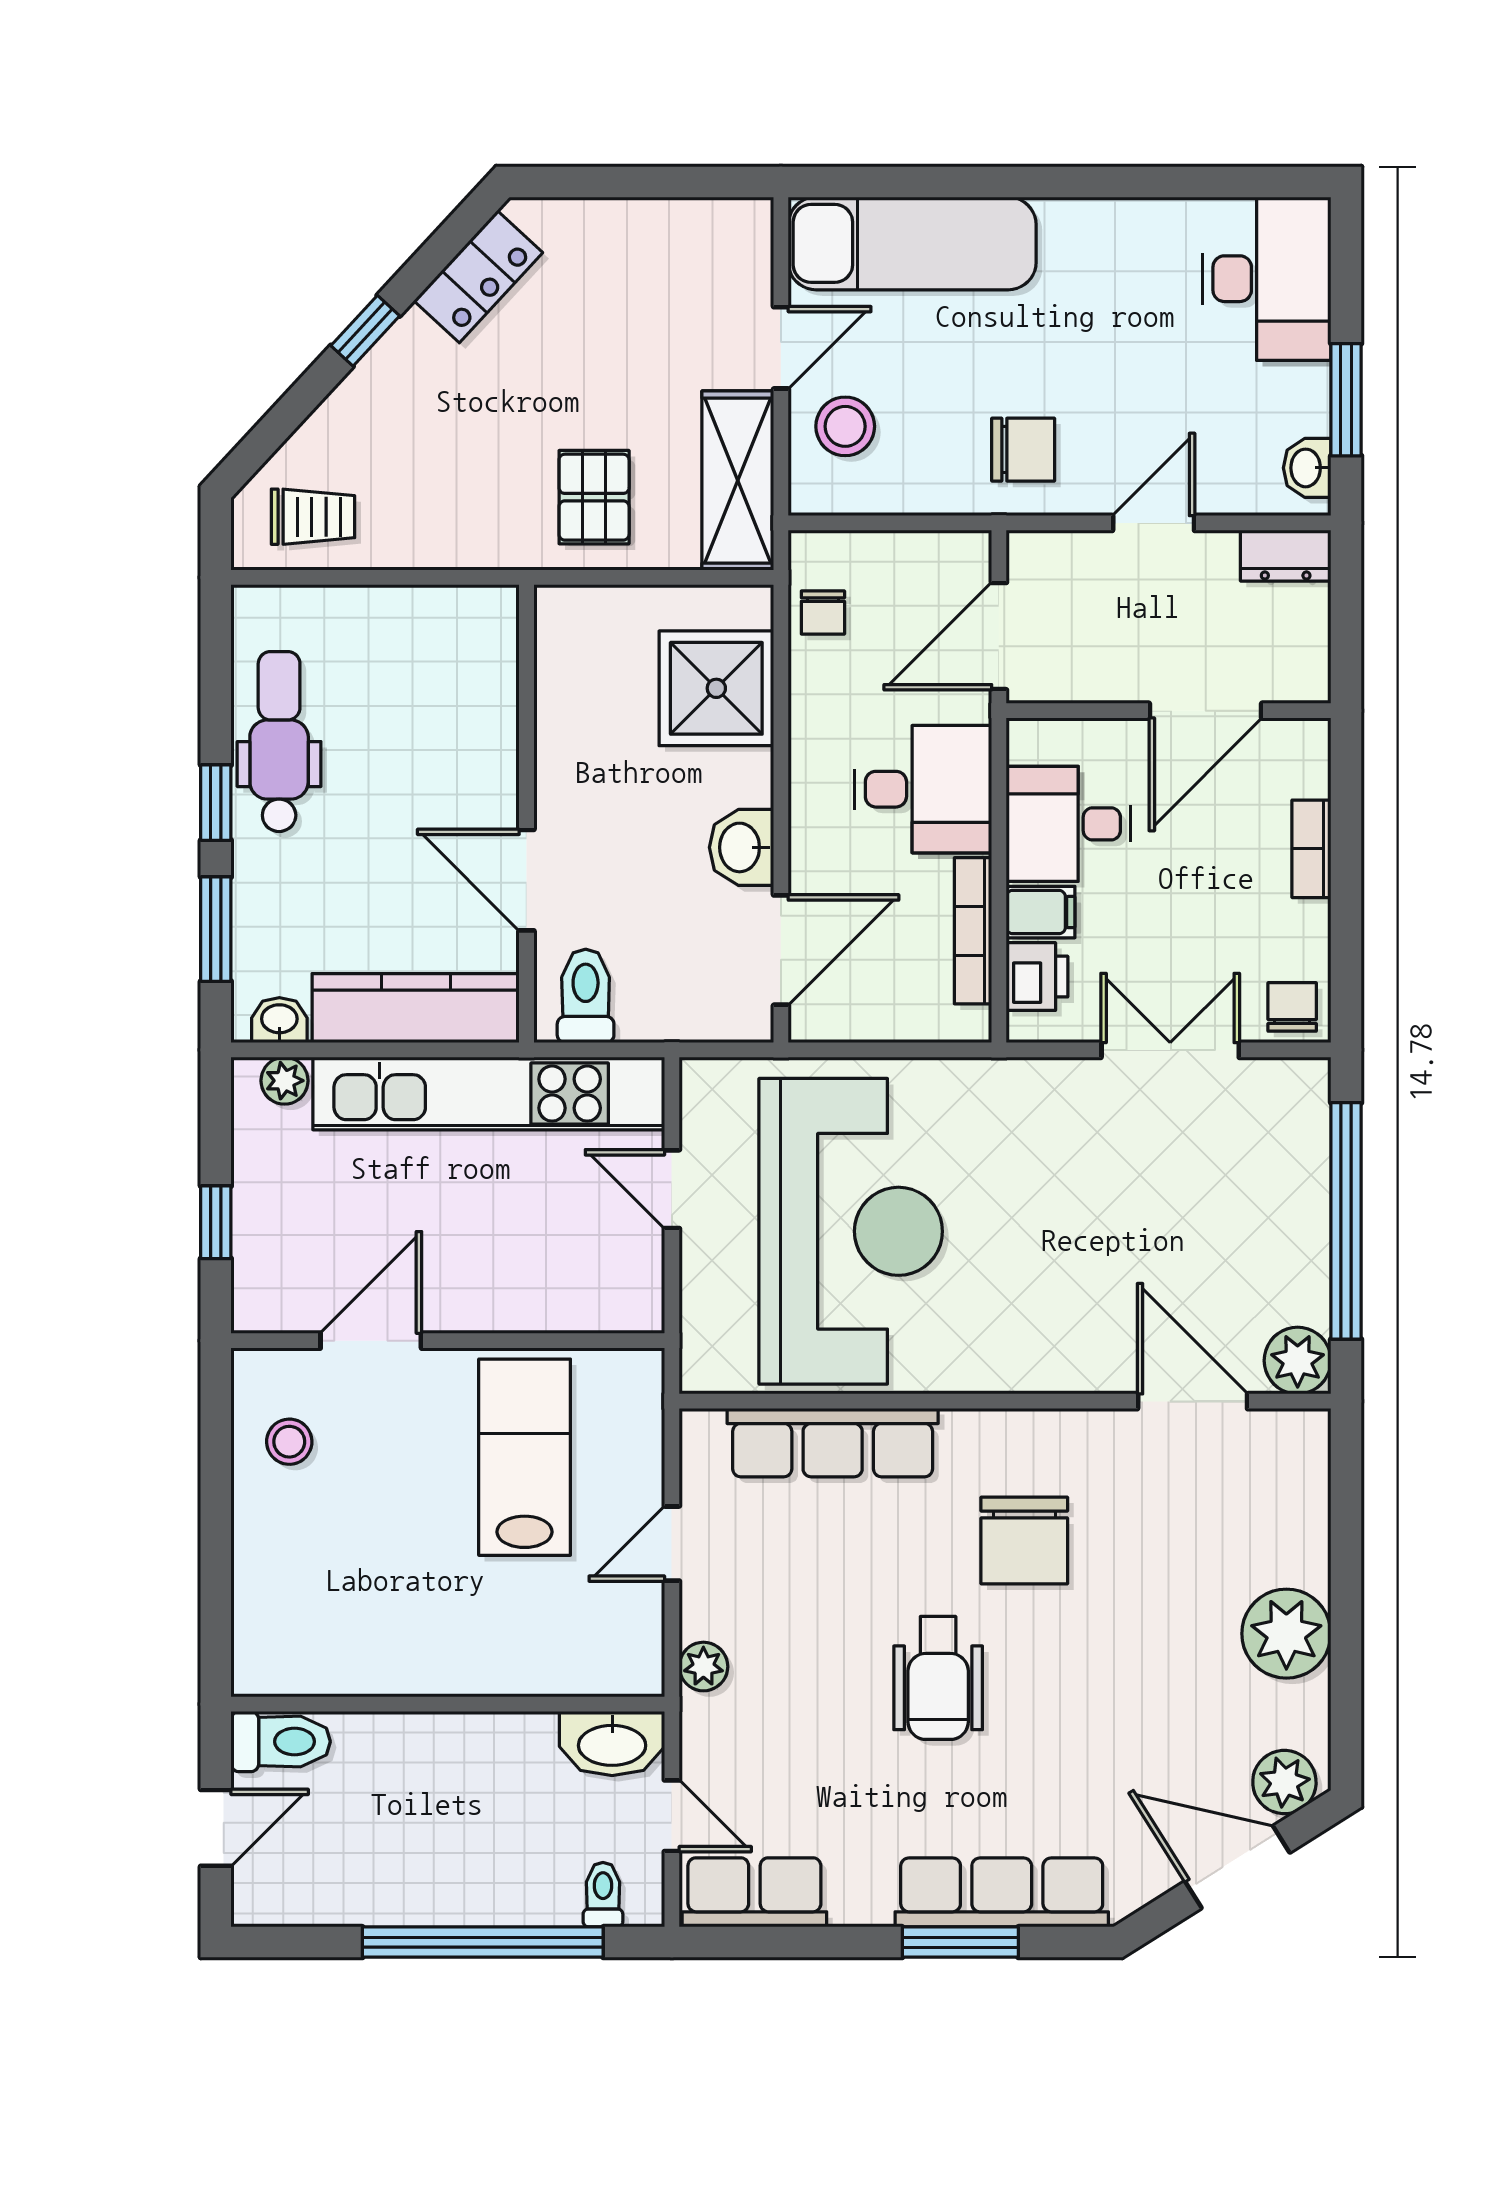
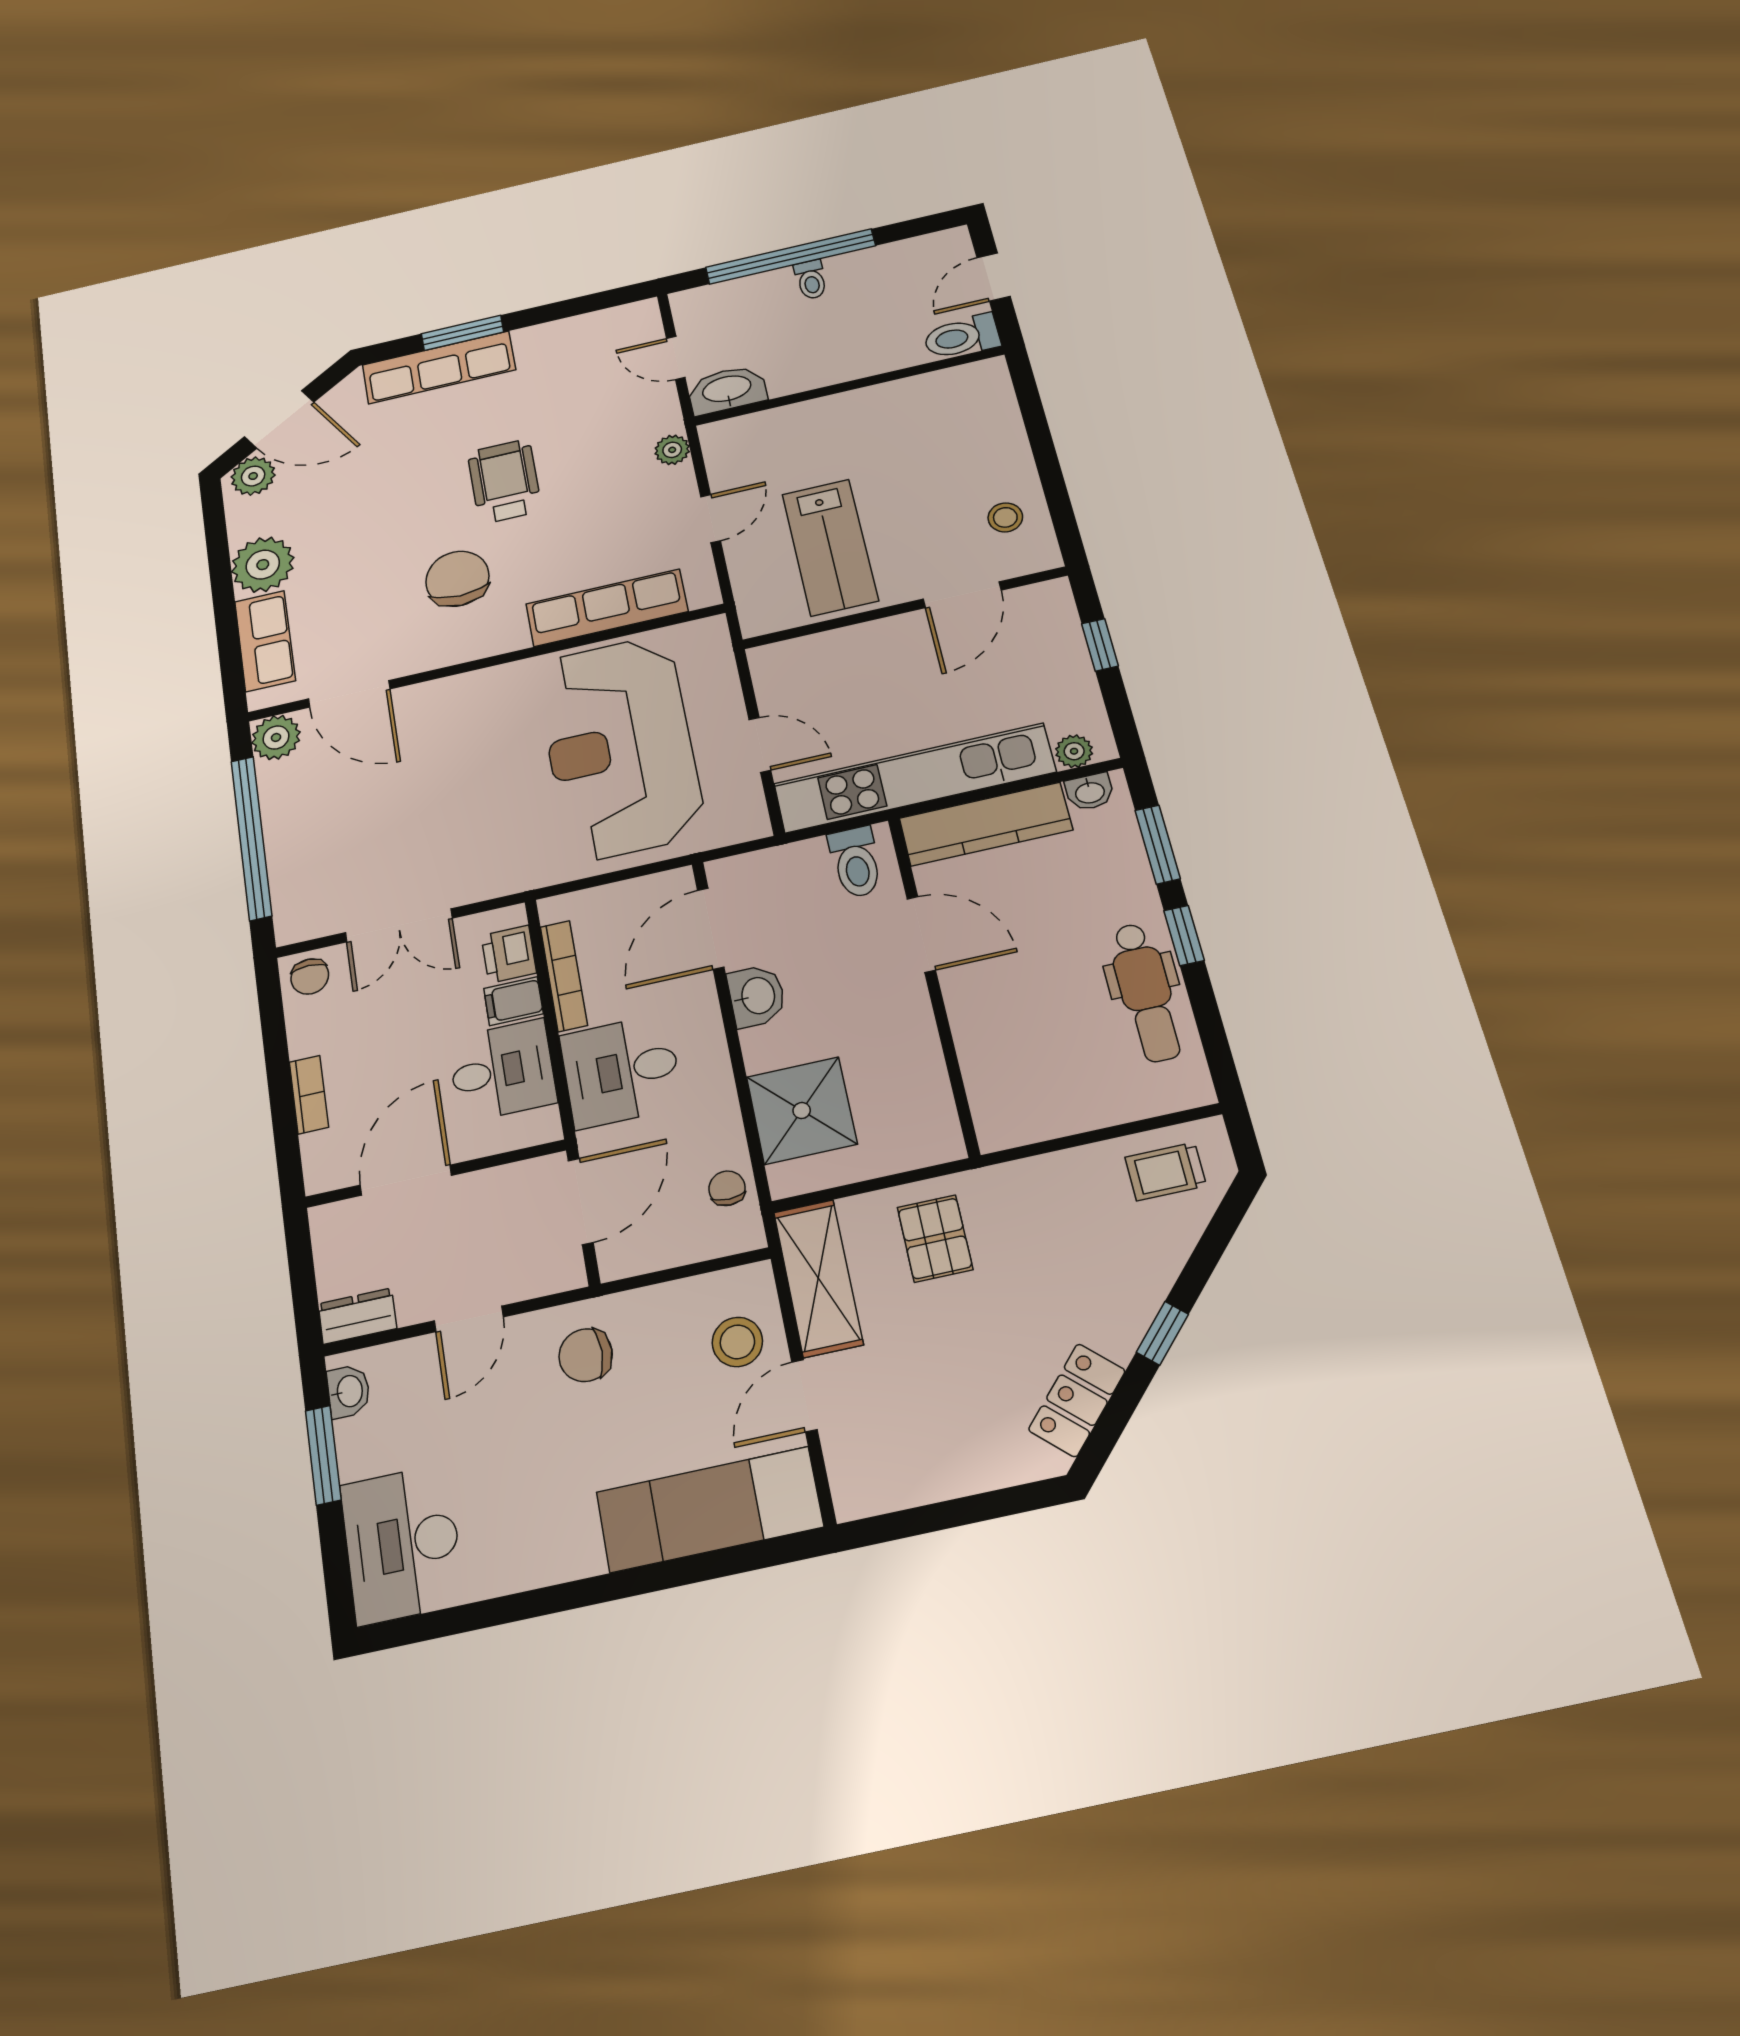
row of seats: (754, 1892) -> (265, 641), moved, turned -90
toilet: (603, 1895) -> (811, 280), moved

